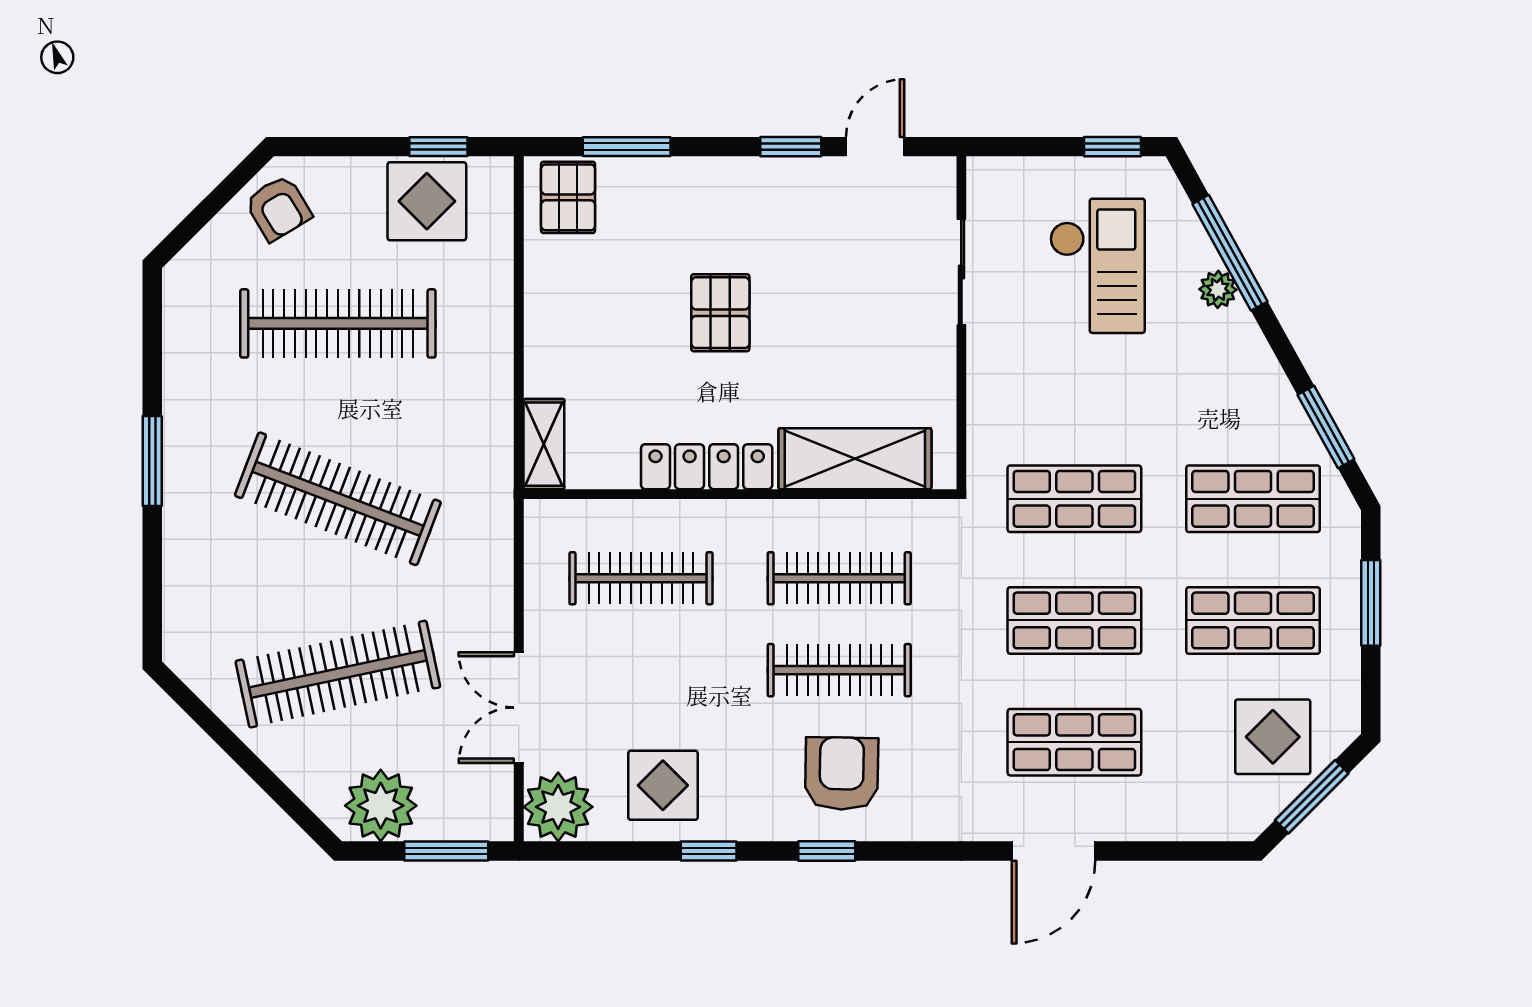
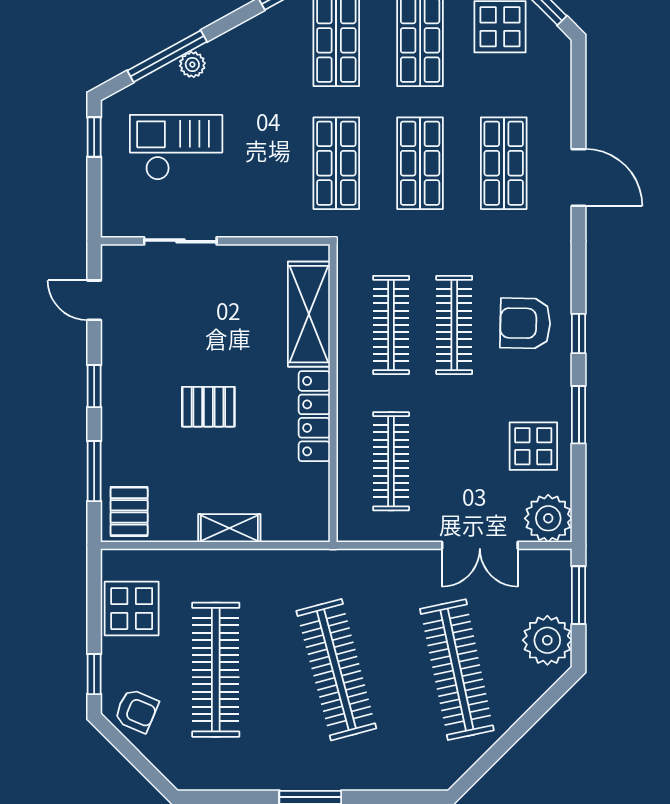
window: (438, 147) -> (94, 674), moved
window: (791, 147) -> (94, 386), moved
pallet: (568, 197) -> (129, 511), turned 90
armchair: (278, 208) -> (136, 711), turned 54
shelving: (544, 444) -> (229, 528), moved
clothes rail: (338, 499) -> (336, 670), turned -36
window: (709, 851) -> (579, 415), width x1.50

